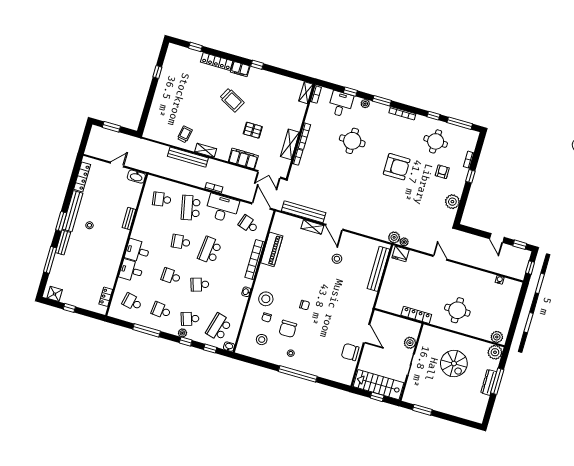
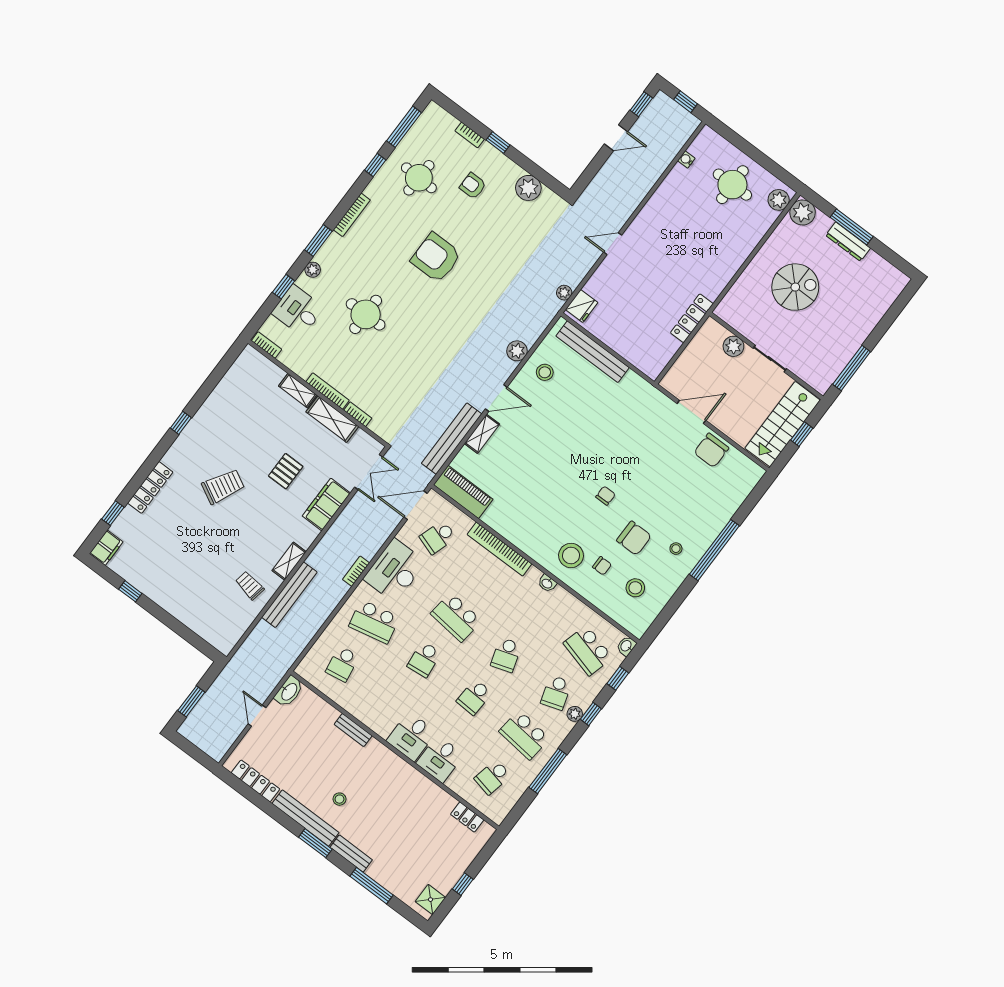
filing cabinet: (240, 69) -> (106, 548), moved
shelving: (306, 93) -> (298, 391), moved
armchair: (397, 167) -> (436, 258), turned -90
plant: (394, 237) -> (517, 351), moved
piano: (272, 249) -> (463, 492), moved
stool: (337, 259) -> (545, 372), moved
school desk: (161, 310) -> (524, 735), width x1.85
round table: (457, 310) -> (732, 185), moved
window: (422, 410) -> (852, 368), width x1.44

